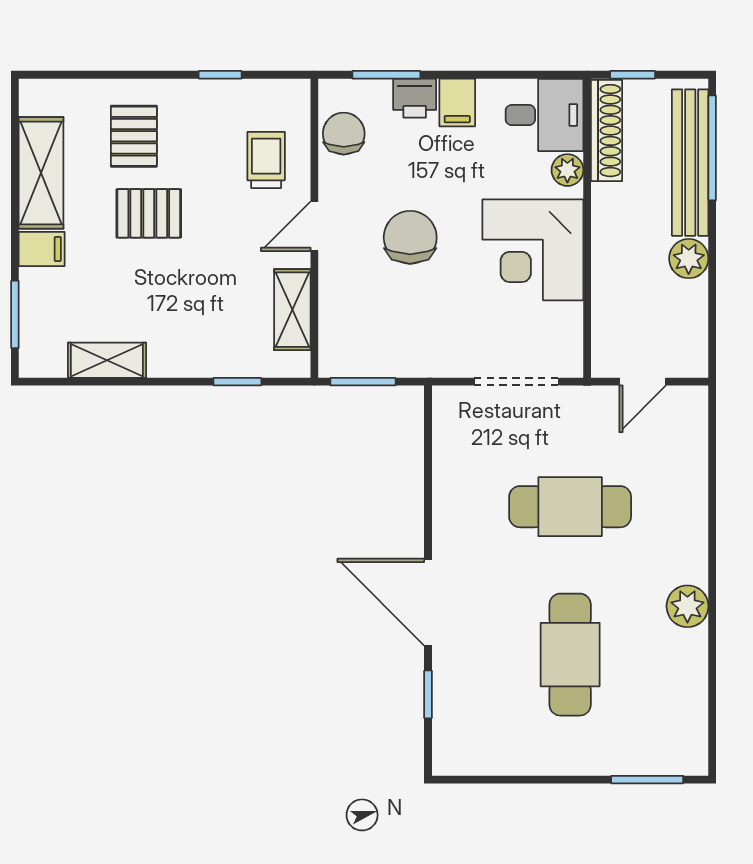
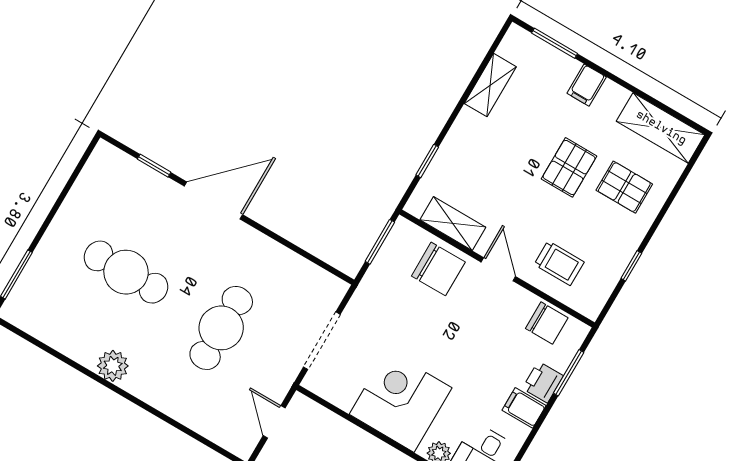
shelving: (41, 173) -> (661, 128), moved
chair: (410, 237) -> (438, 269), moved

